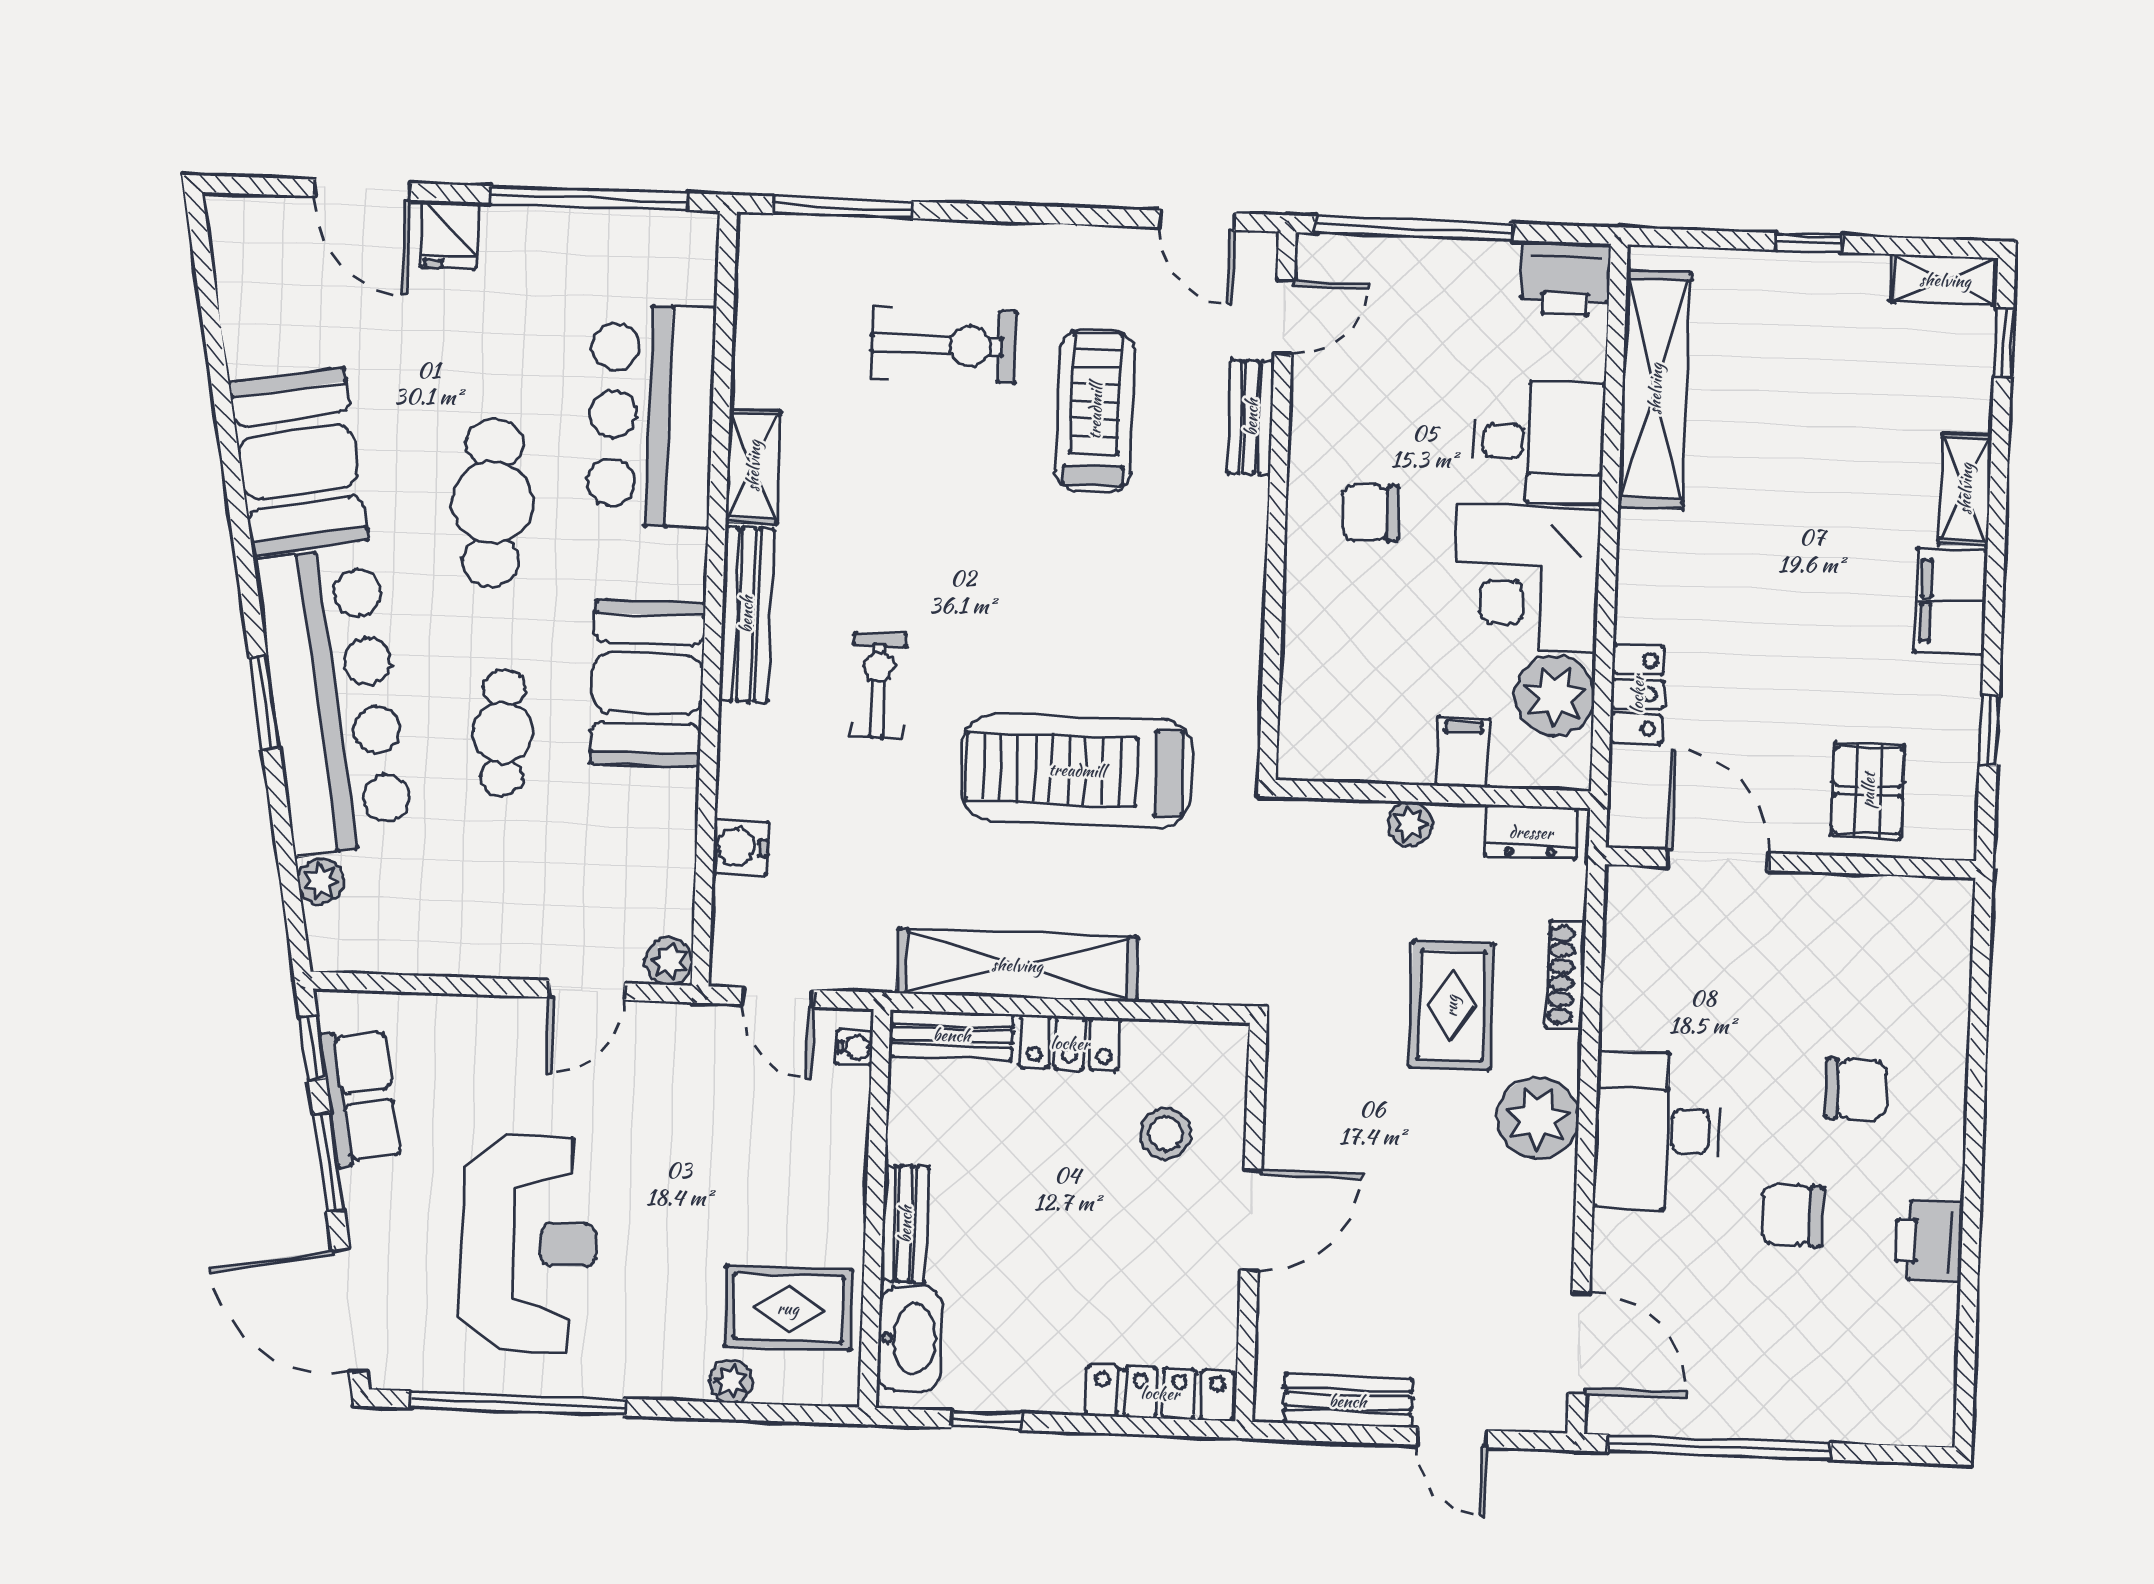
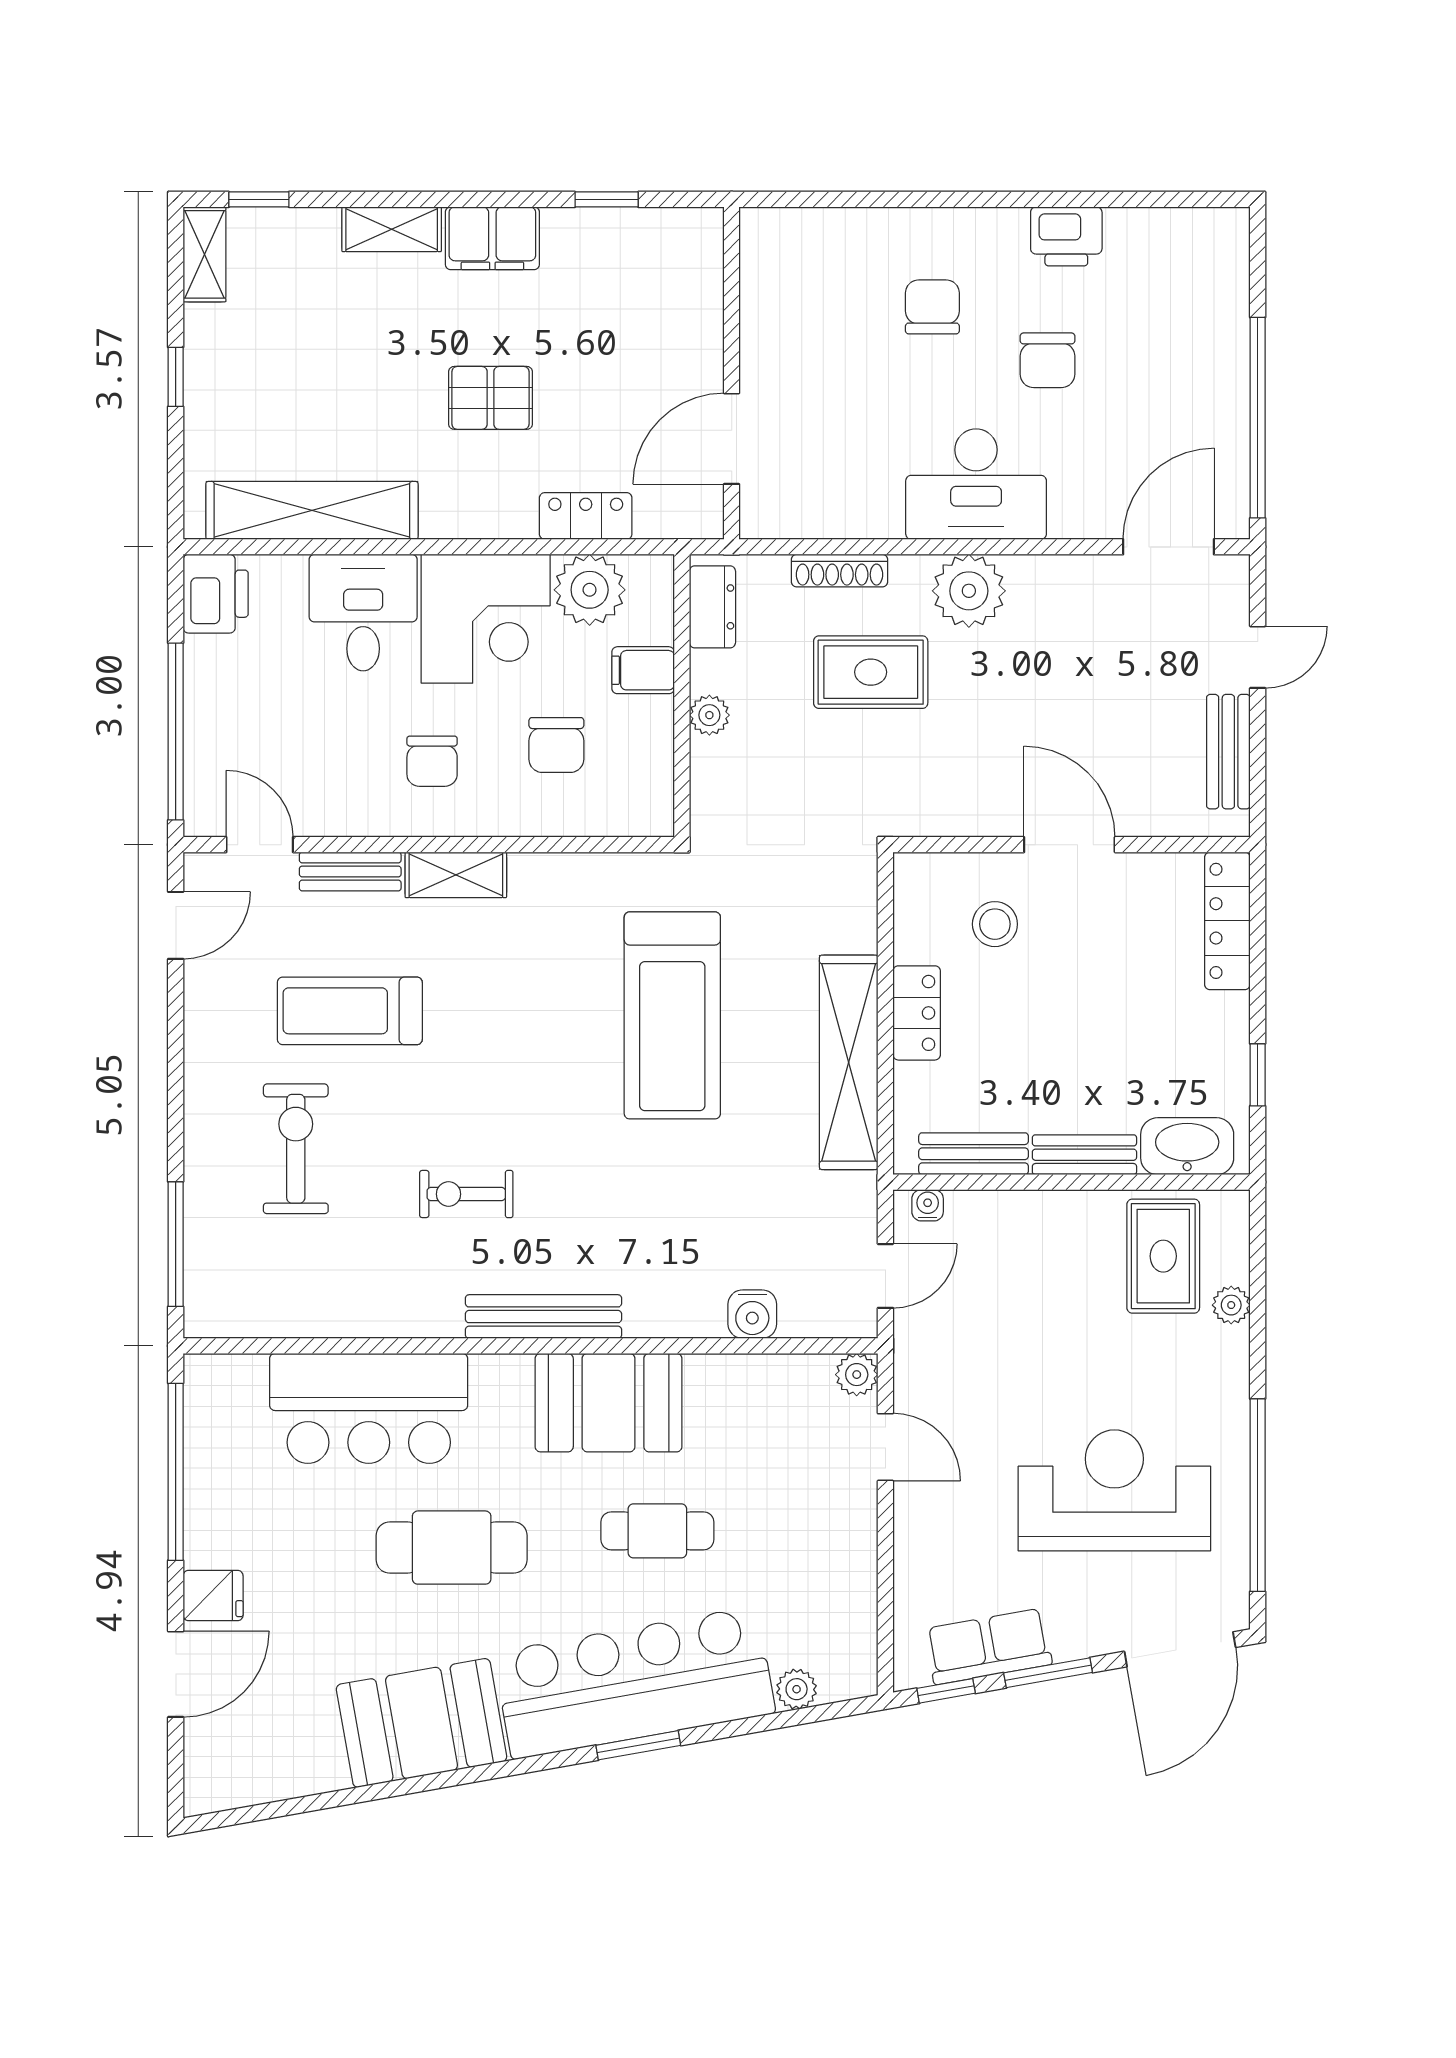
shelving: (753, 466) -> (456, 875), moved
chair: (1383, 652) -> (556, 745), added
exercise bike: (878, 686) -> (466, 1194), moved
pallet: (1868, 790) -> (490, 398), moved
bench: (952, 1035) -> (974, 1154), moved, turned 90

